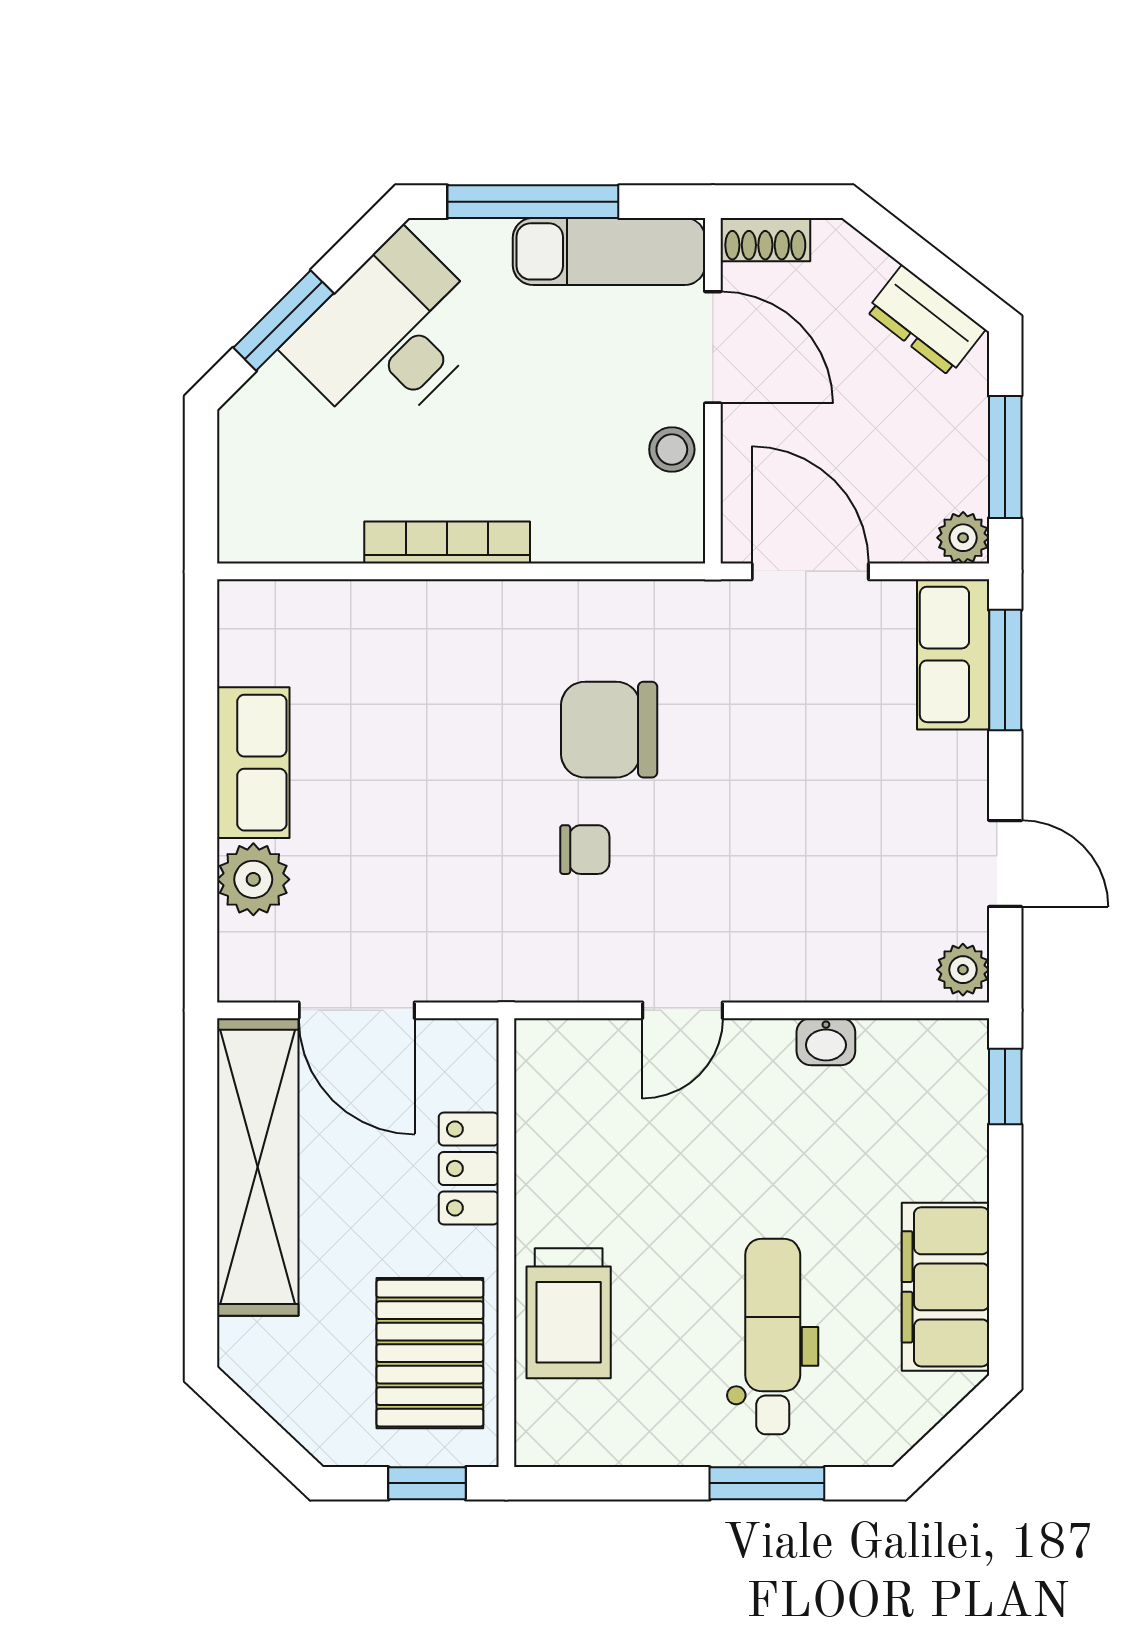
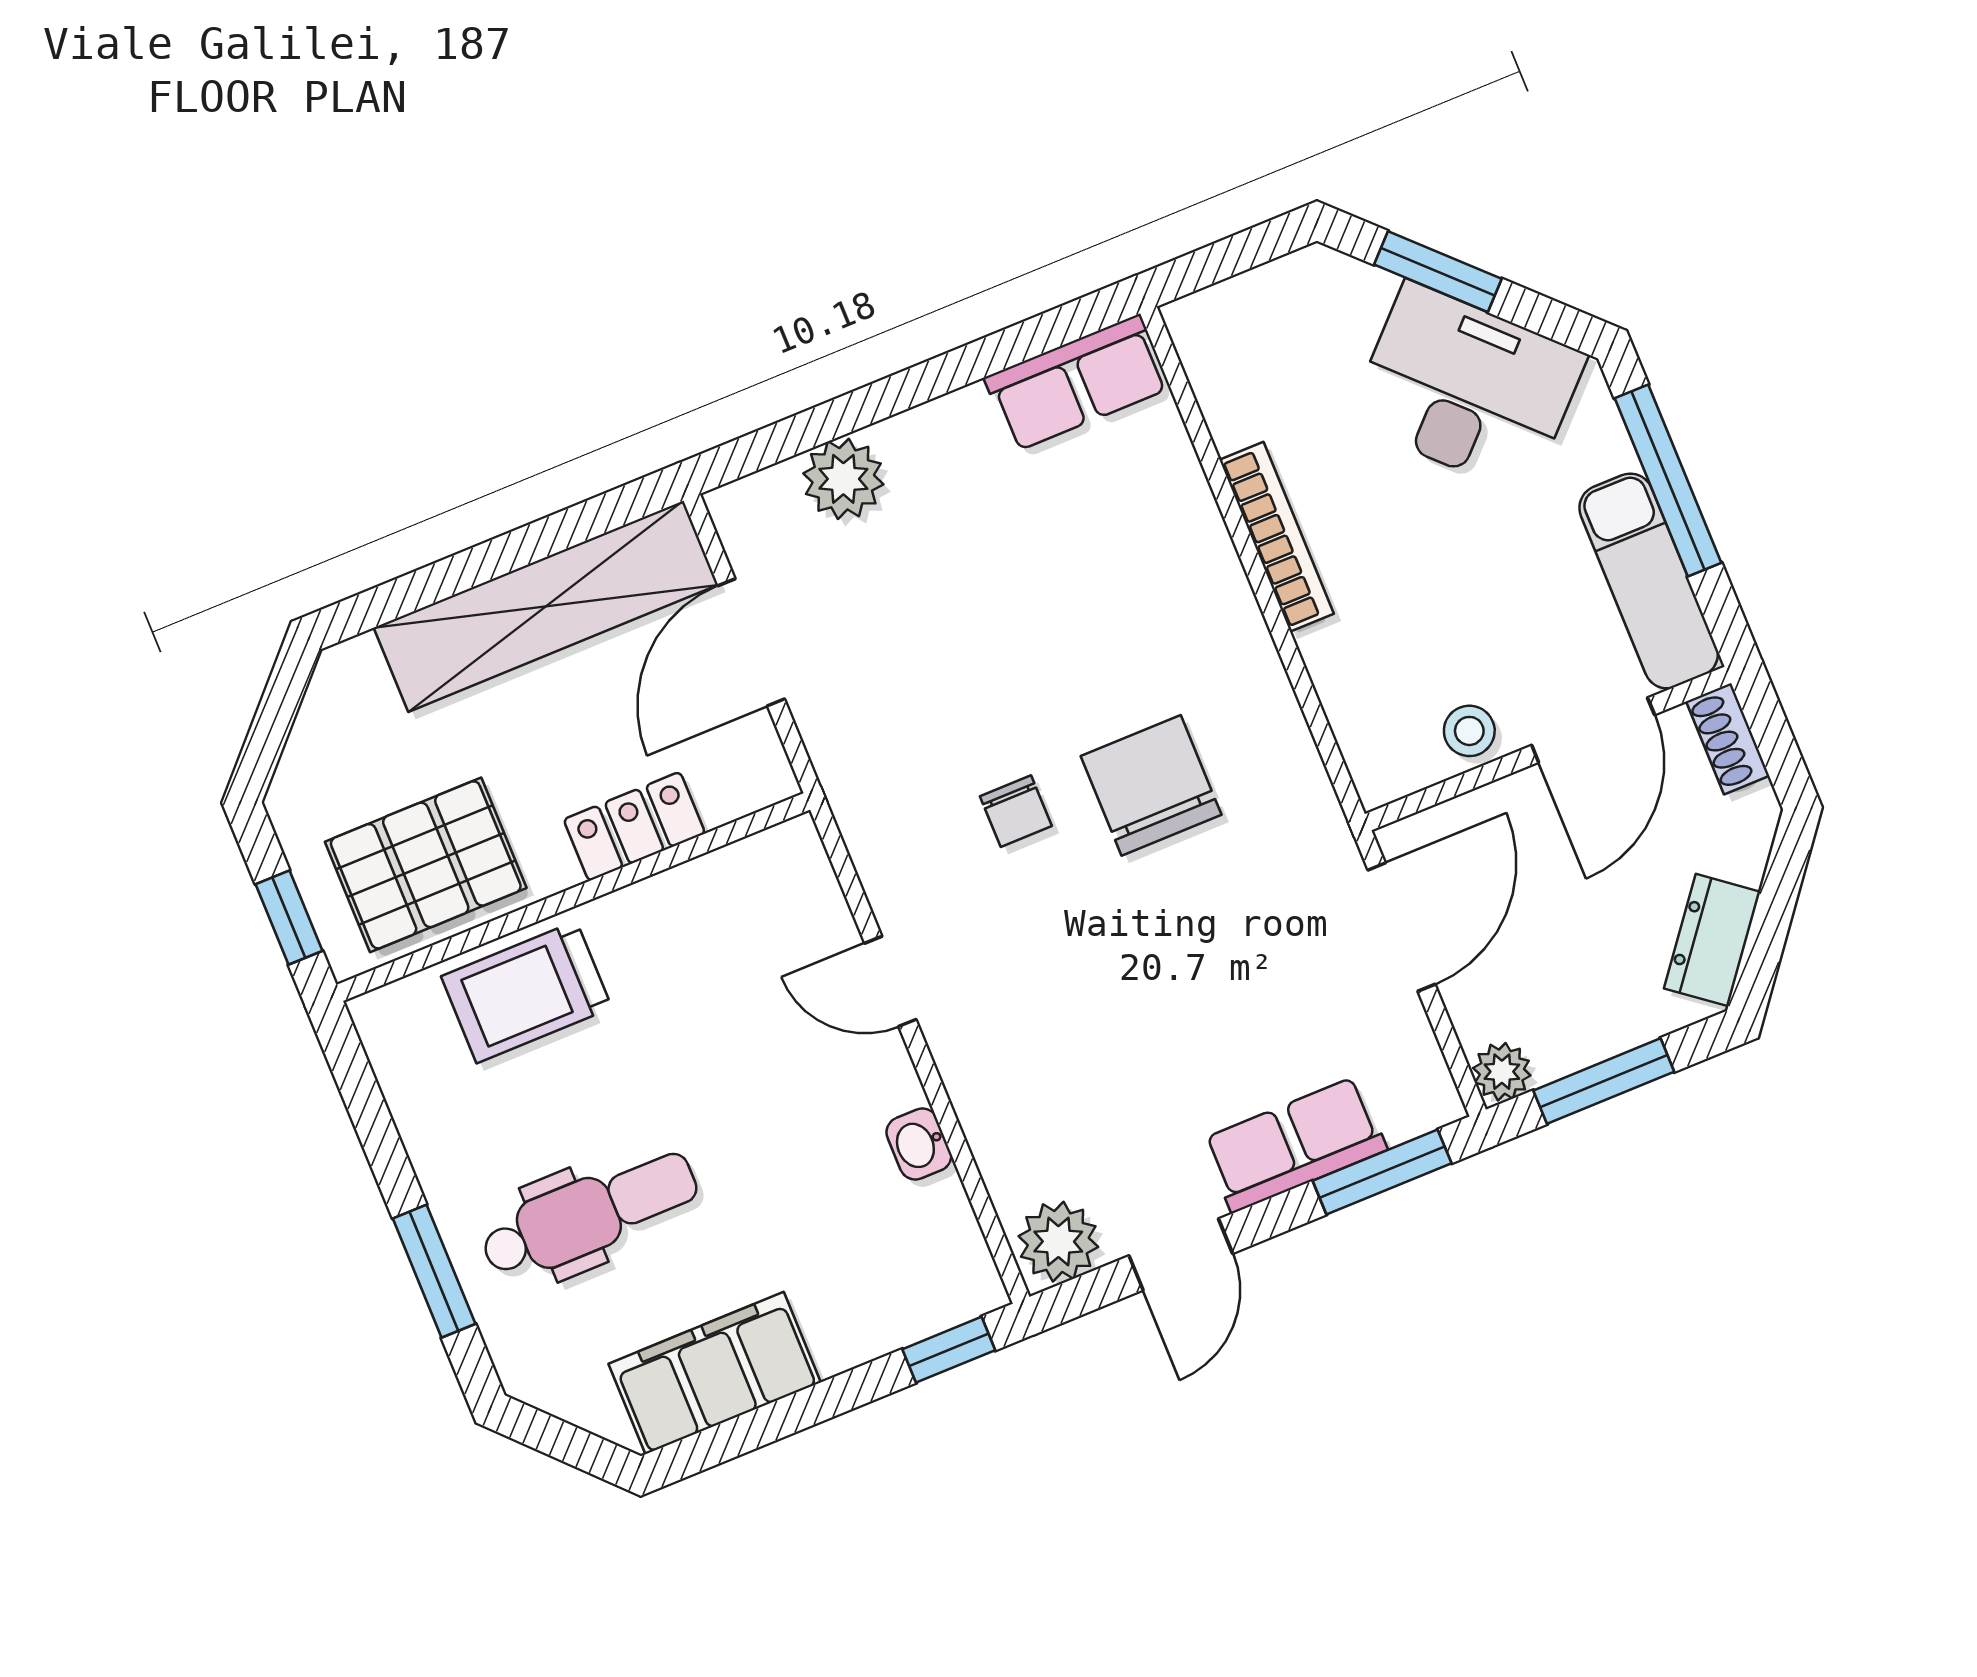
row of seats: (953, 654) -> (1294, 1145), moved
row of seats: (253, 763) -> (1077, 383), moved
plant: (963, 970) -> (1058, 1242), width x1.38, depth x1.38

